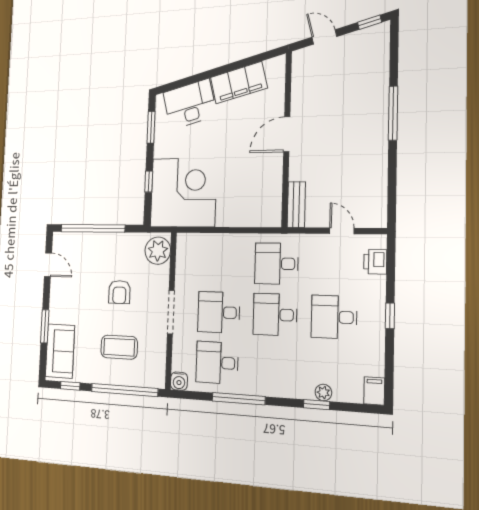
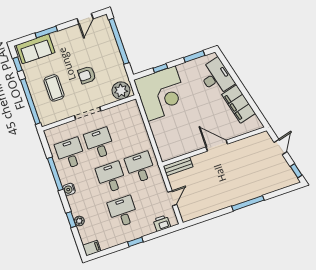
water cooler: (179, 381) -> (69, 189), moved

